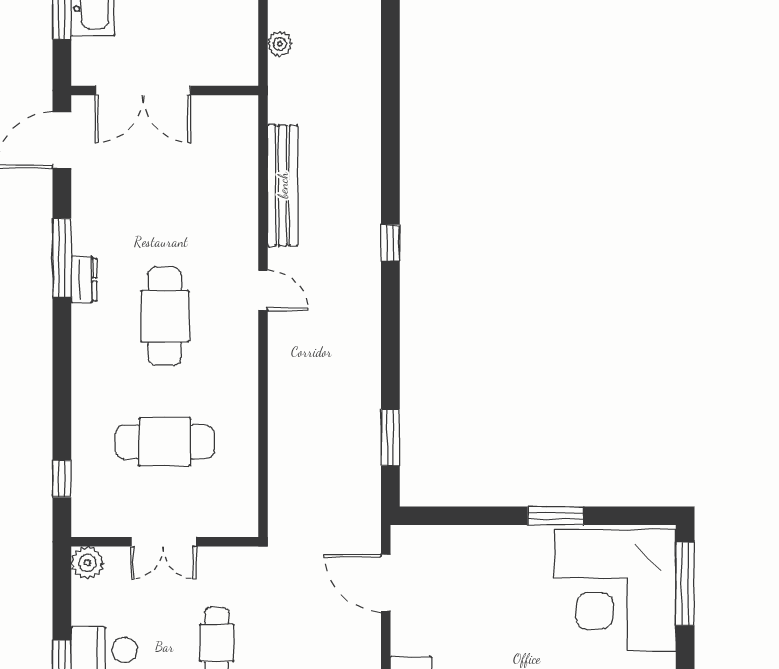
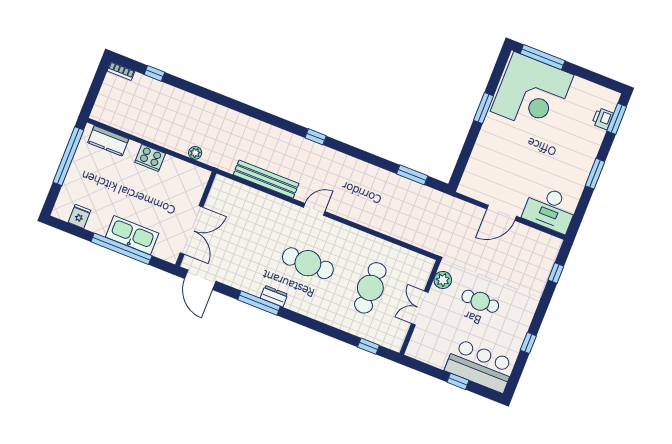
double door: (164, 542) -> (420, 308), swing flipped
plant: (87, 563) -> (443, 280), moved
door: (386, 583) -> (502, 213), moved

